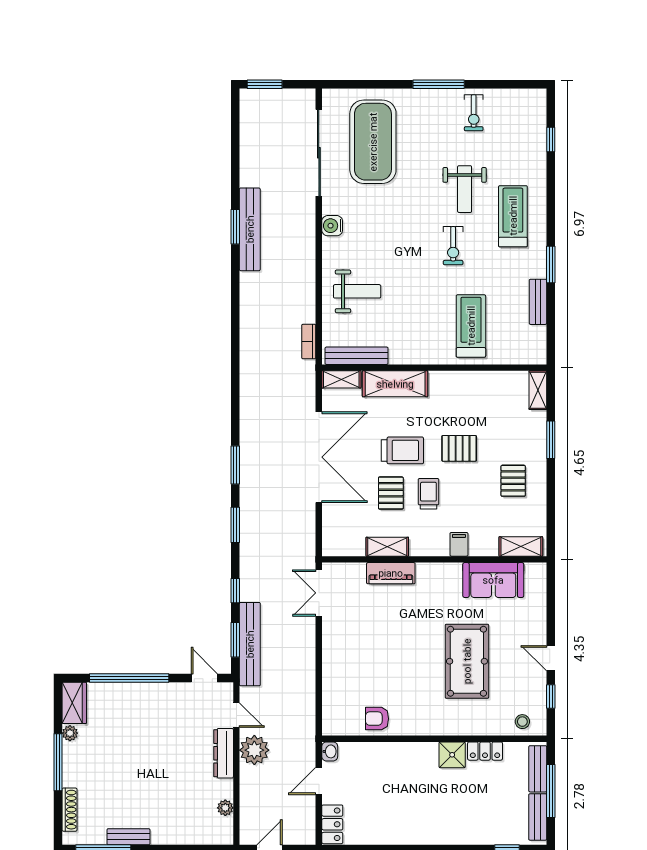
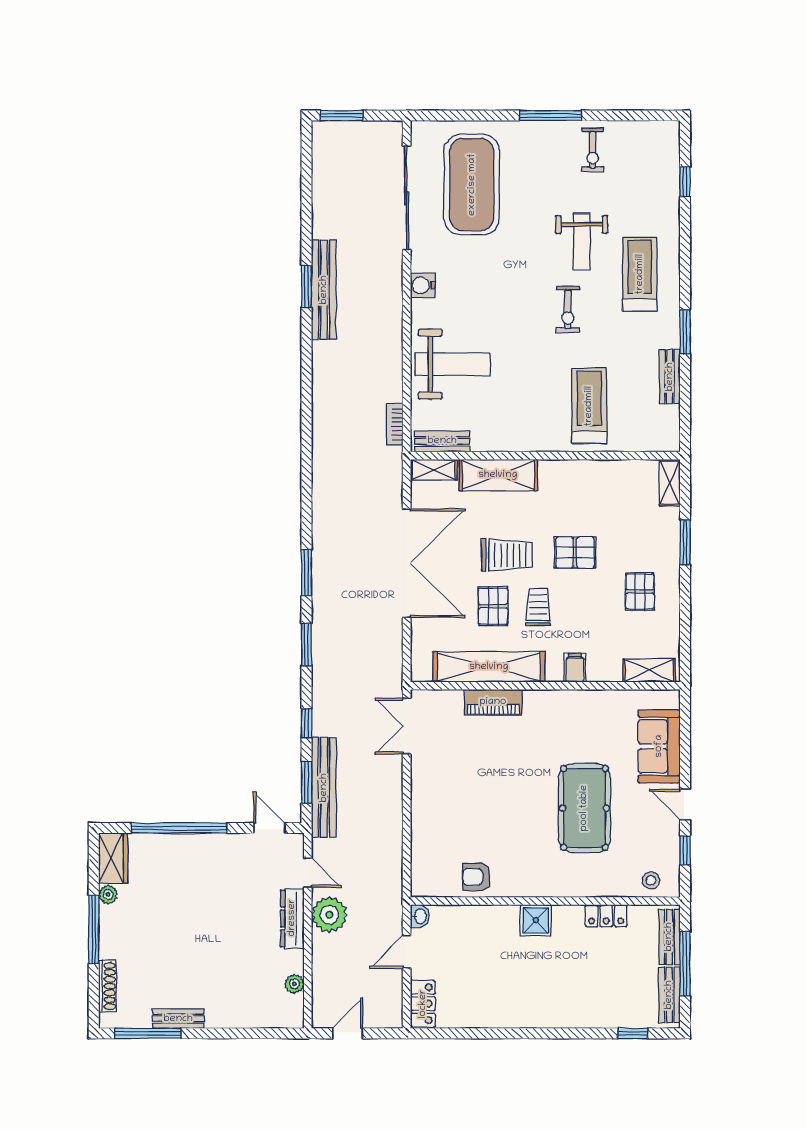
weight bench: (357, 291) -> (453, 364), width x1.36, depth x1.33
bench: (357, 356) -> (442, 441), width x0.73
shelving: (387, 547) -> (489, 667), width x2.20, depth x1.33
sofa: (493, 580) -> (659, 746), moved, turned 90
shower: (452, 755) -> (536, 920), moved

